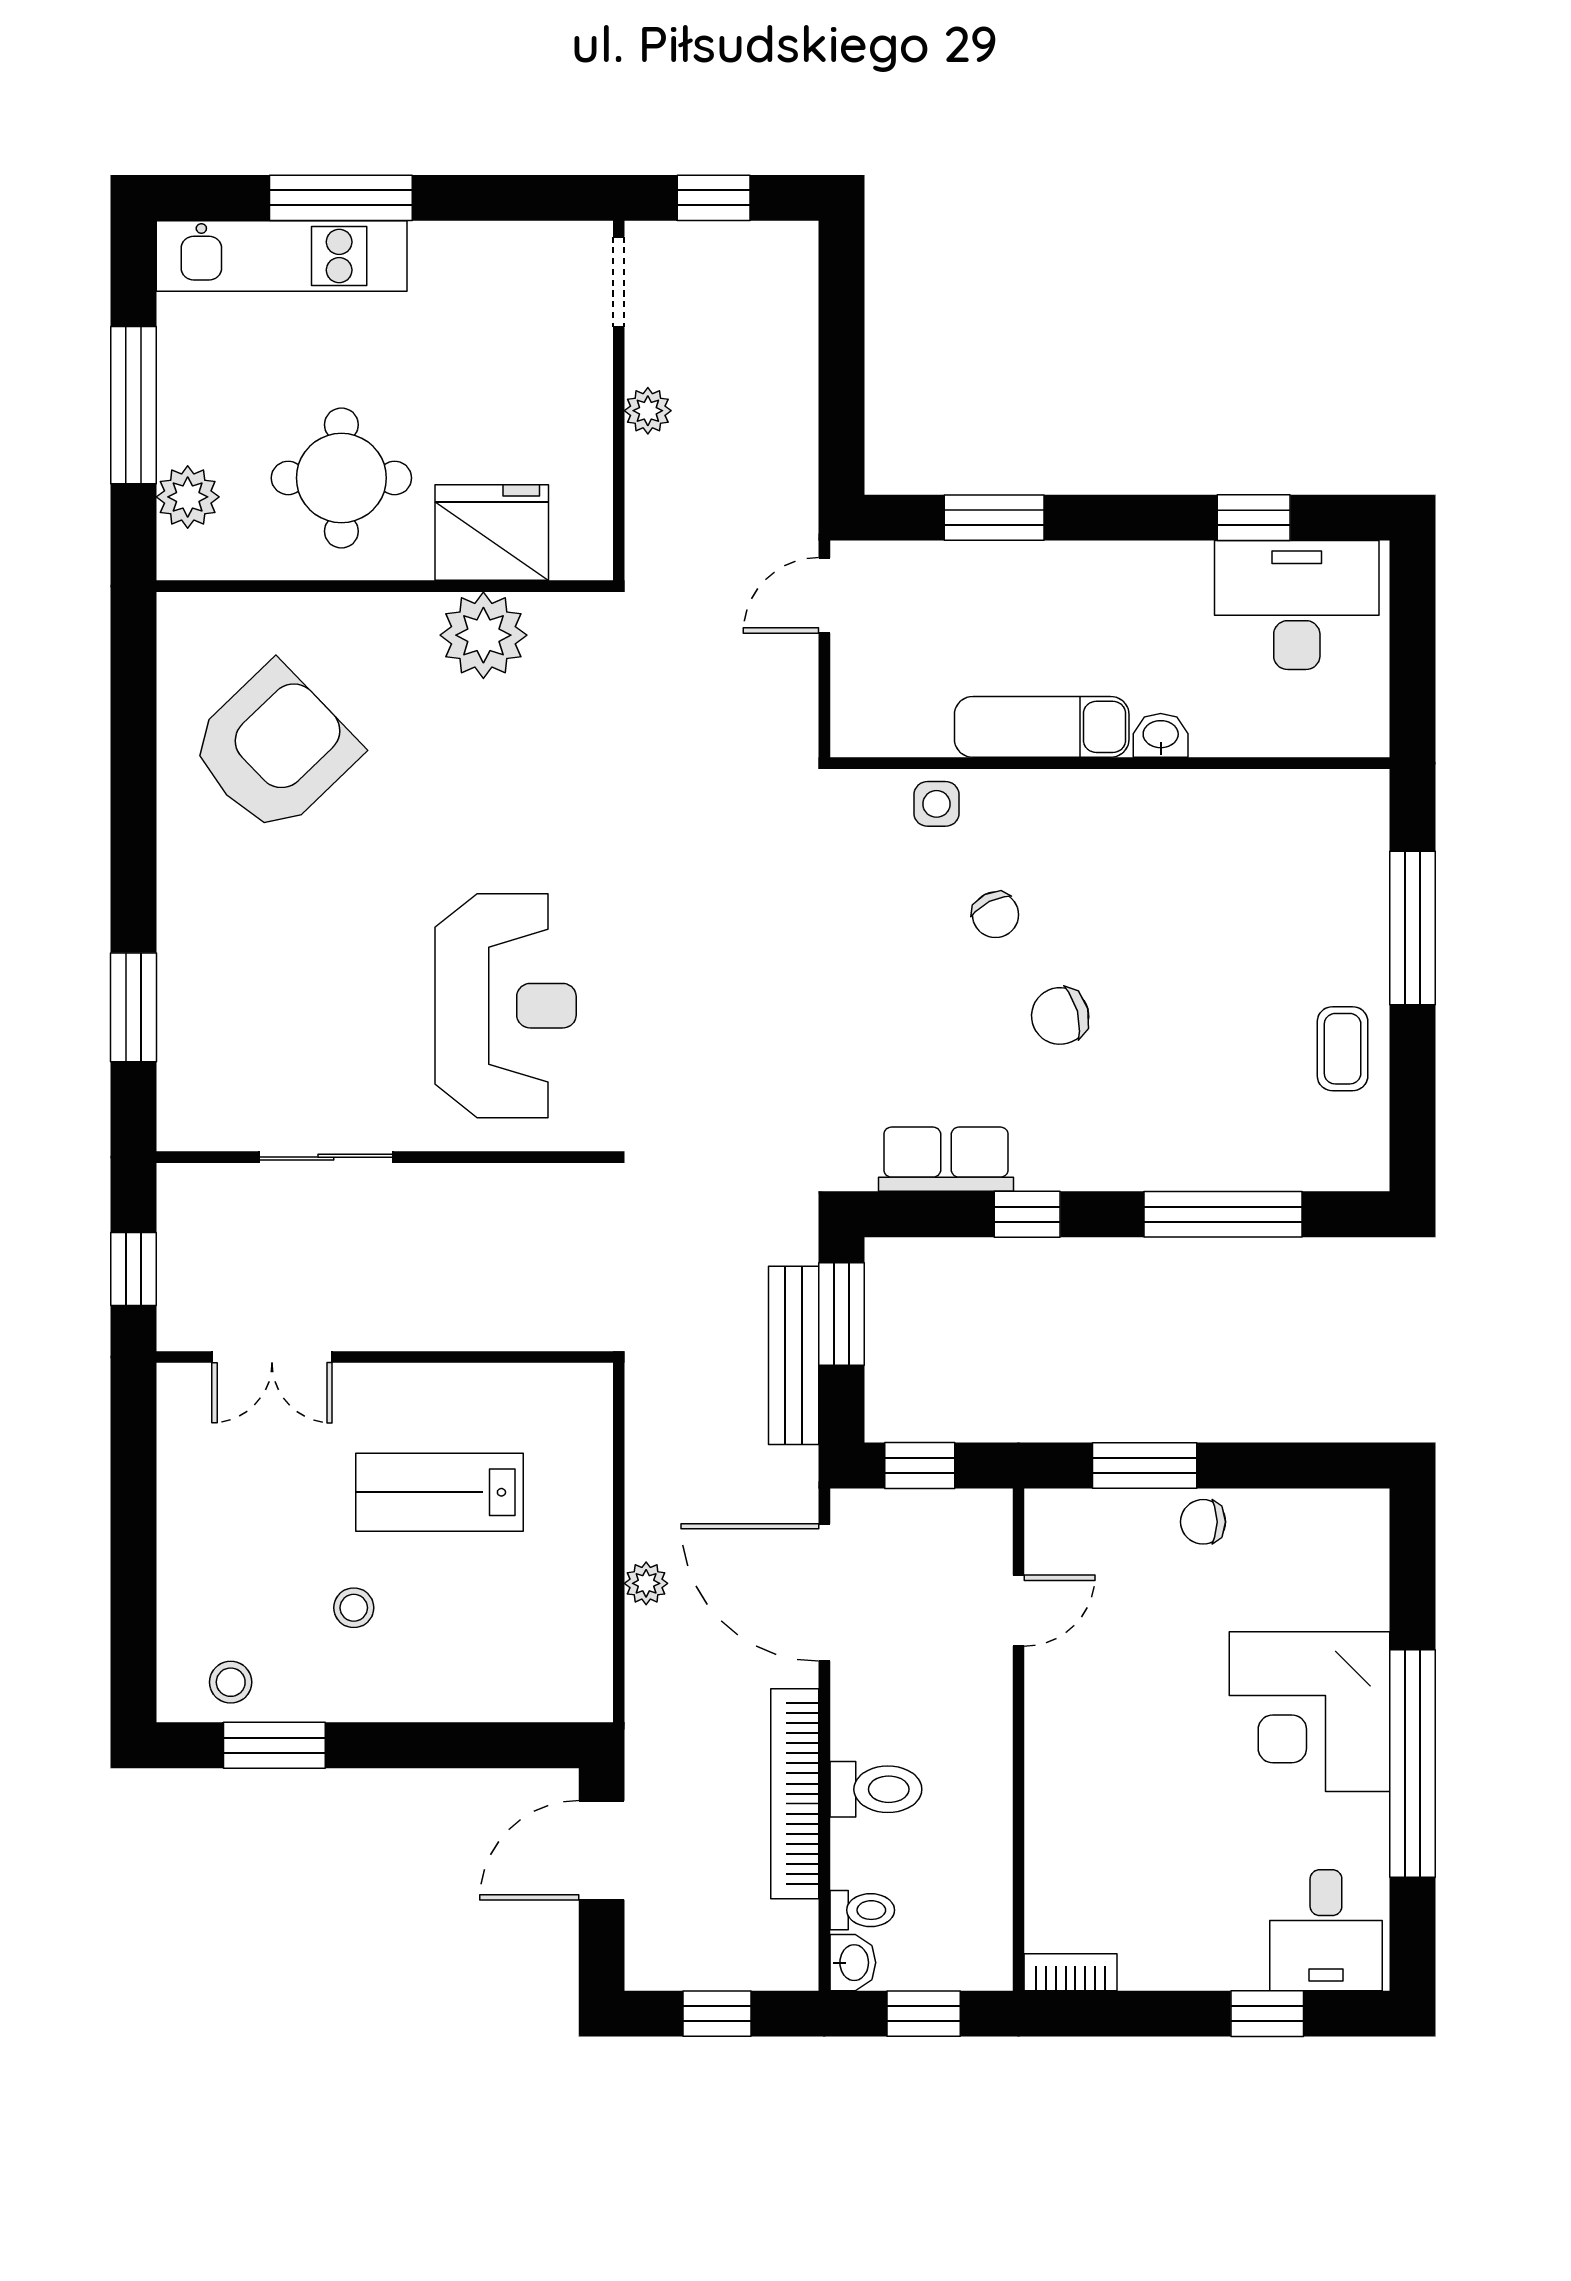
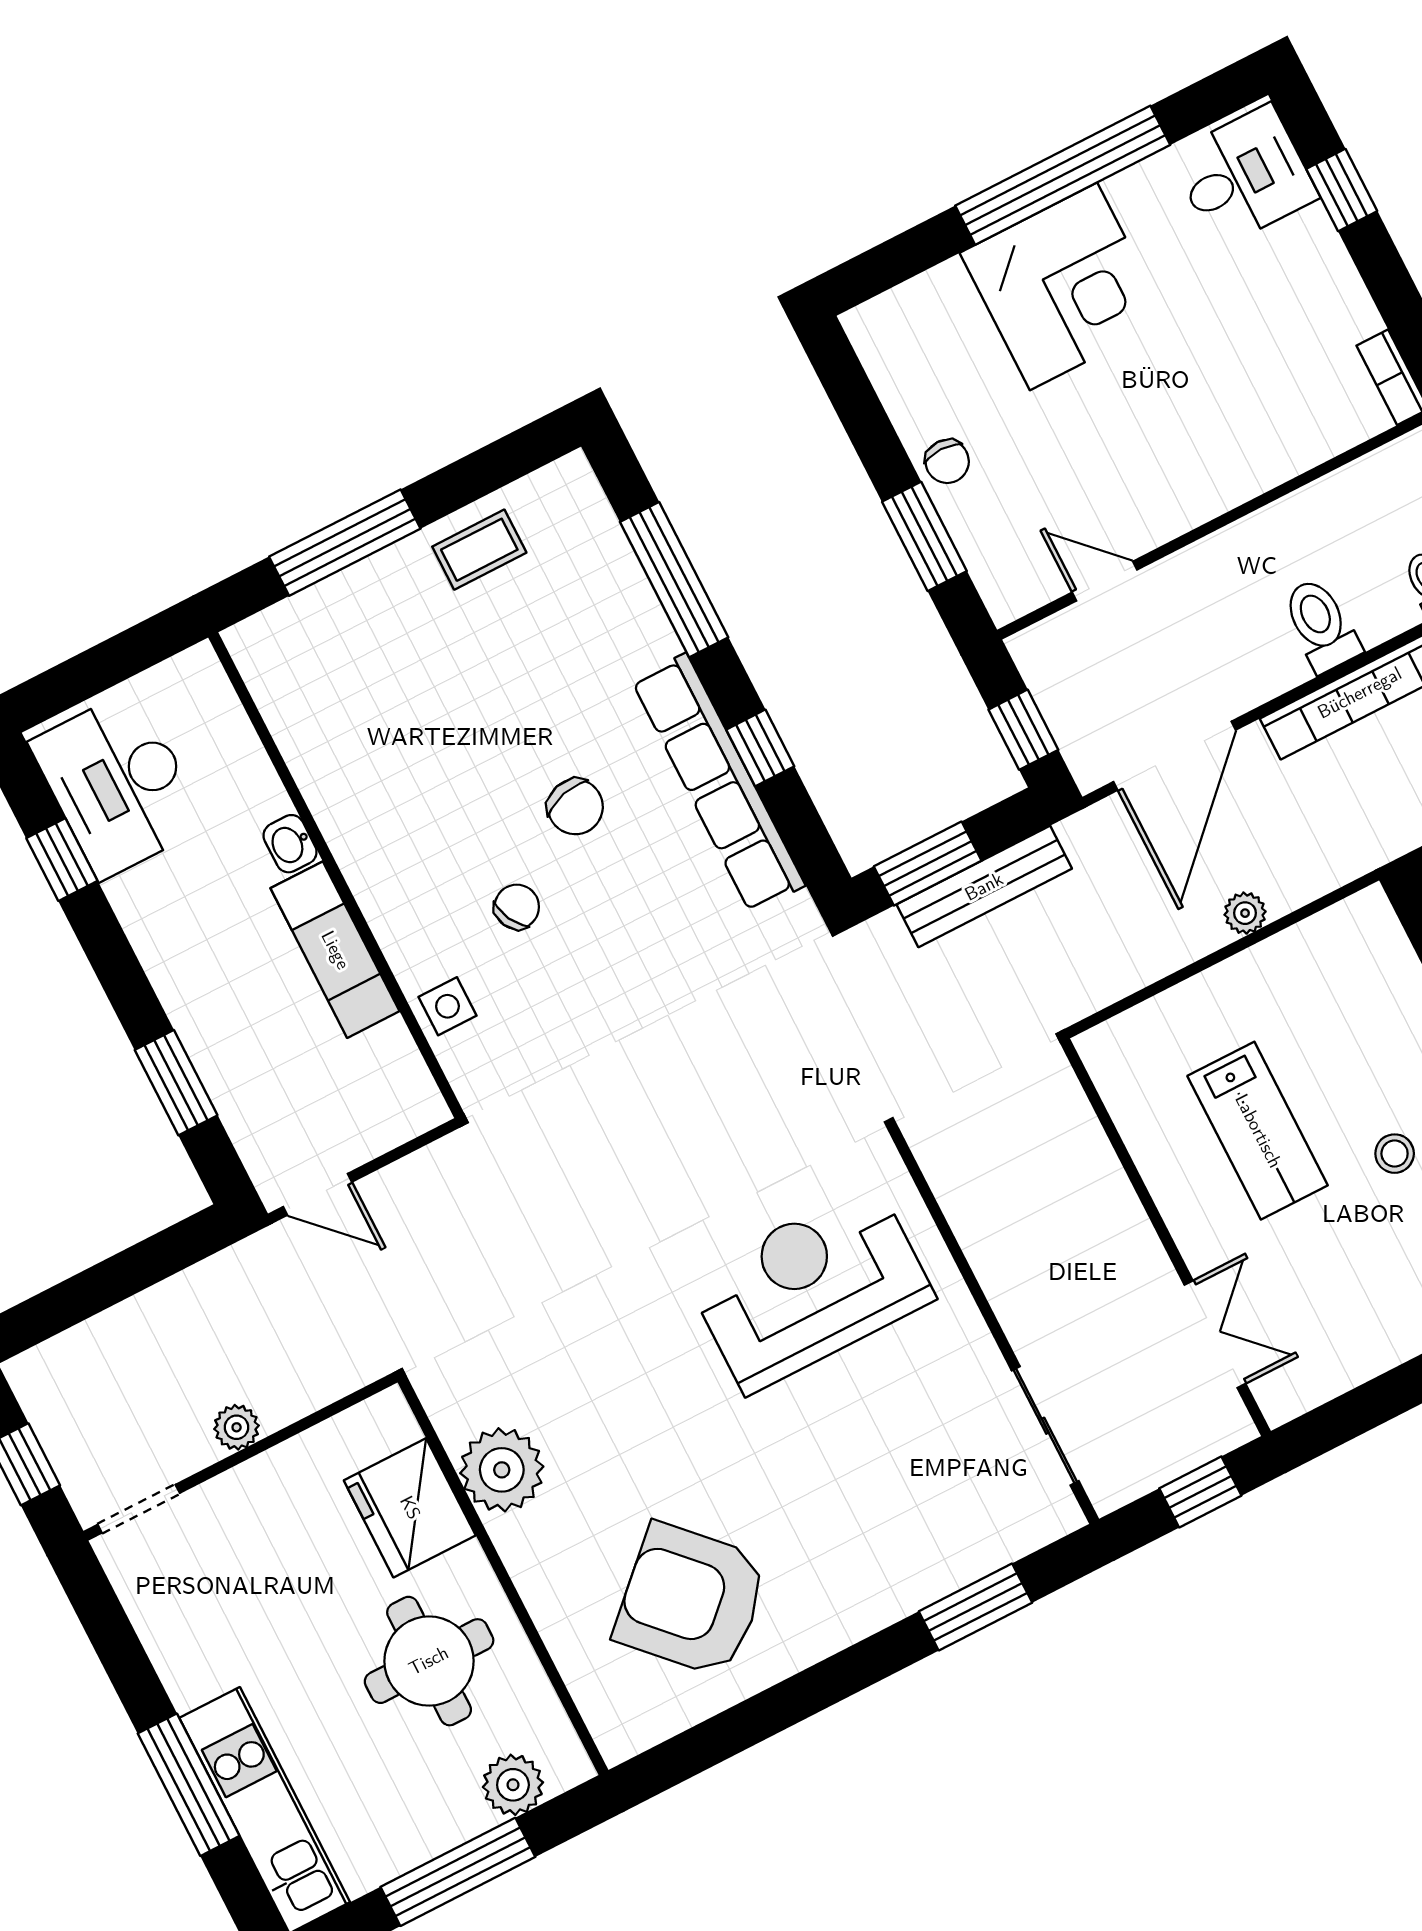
sliding door: (326, 1157) -> (1045, 1426), moved
row of seats: (946, 1159) -> (718, 783), width x2.02

